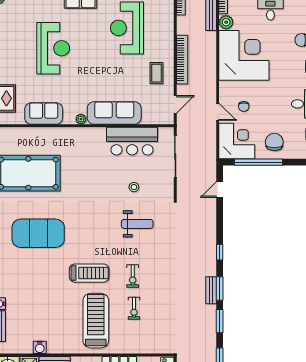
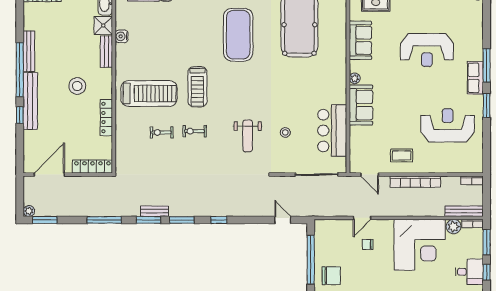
sofa: (114, 113) -> (361, 105), width x0.73
corner desk: (237, 141) -> (332, 237), removed
bench: (211, 290) -> (155, 211), moved

